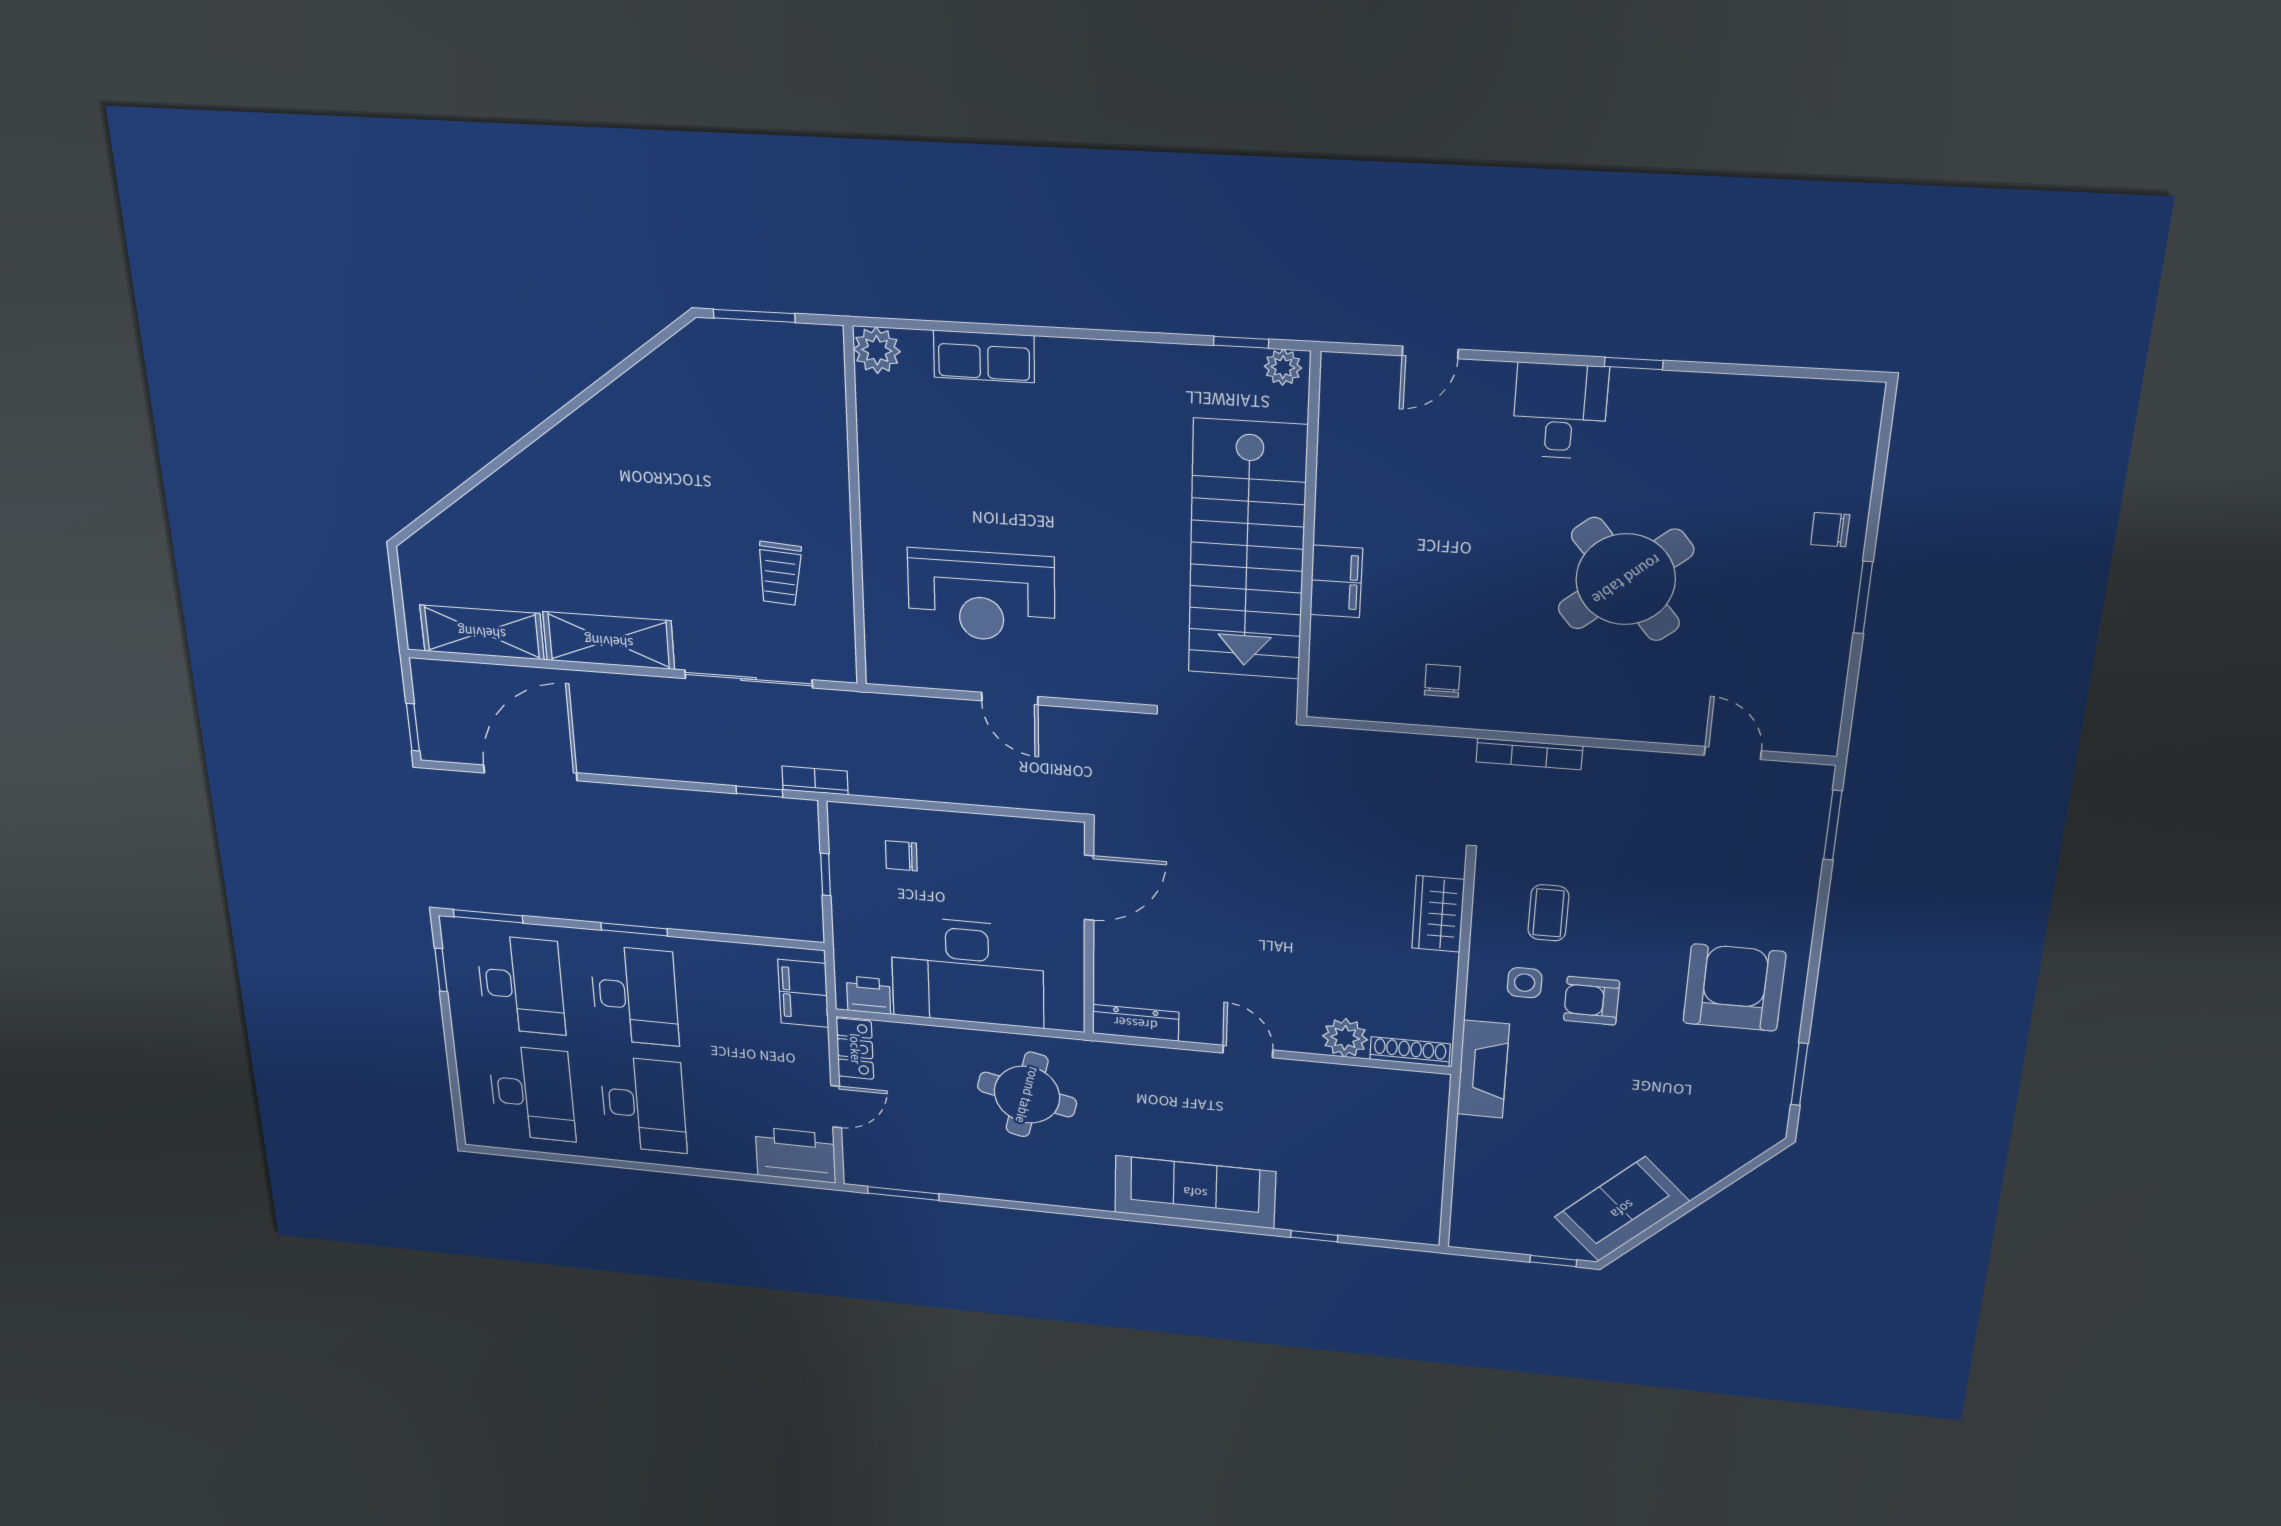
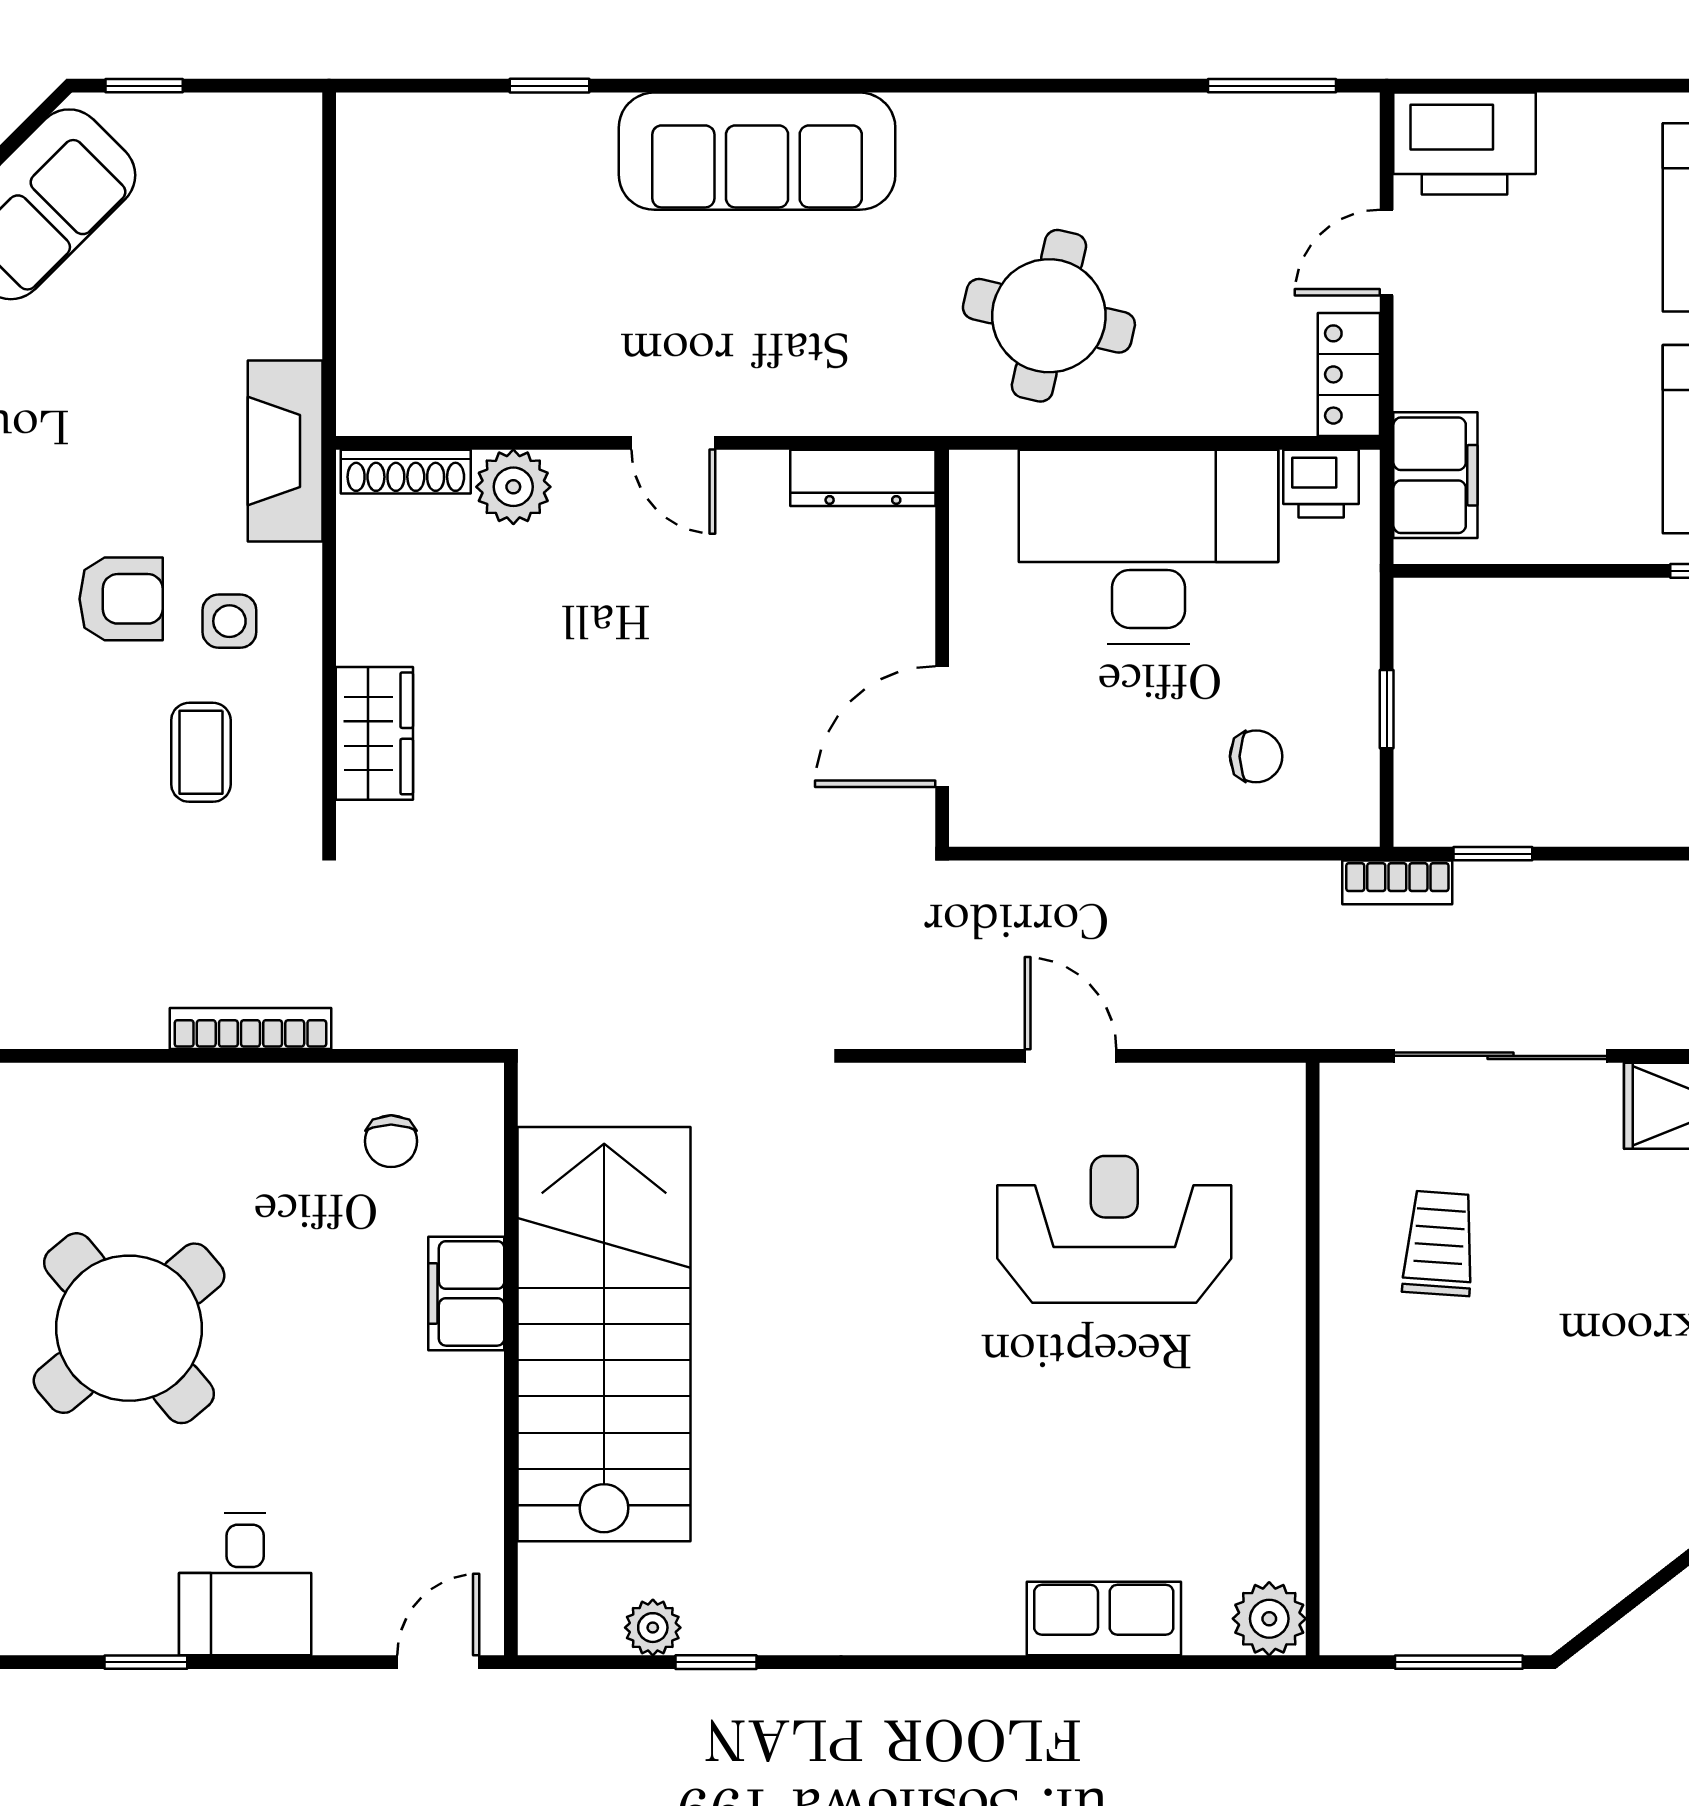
wall: (1308, 539) -> (511, 1359), moved
stairs: (1247, 551) -> (604, 1334), moved
filing cabinet: (1336, 581) -> (466, 1293), moved

